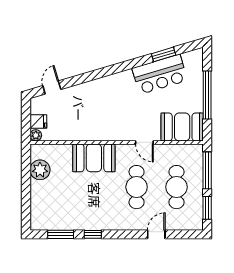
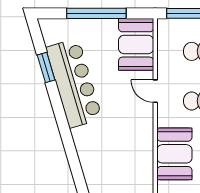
bar counter: (160, 74) -> (74, 83), width x1.36
door: (144, 142) -> (155, 91), swing flipped

